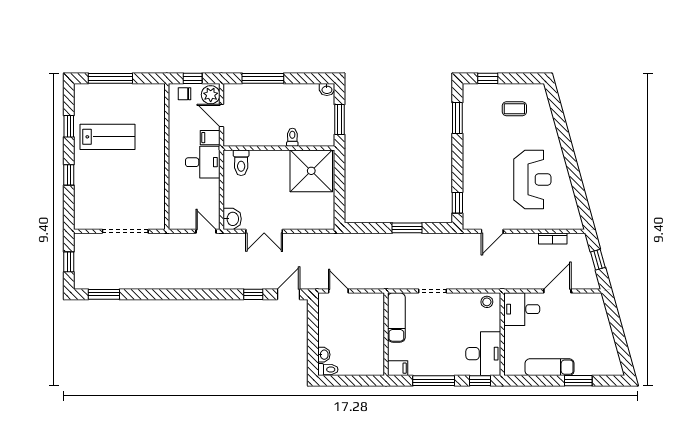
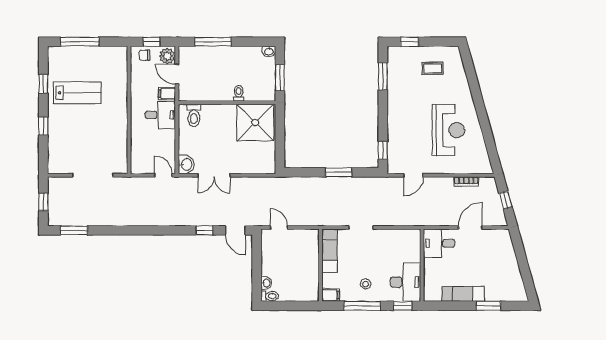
door: (288, 294) -> (235, 230), swing flipped
stool: (487, 302) -> (366, 284), moved

